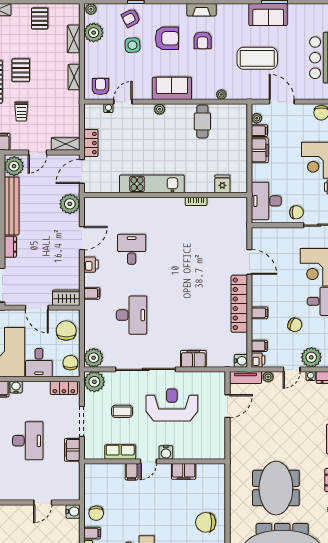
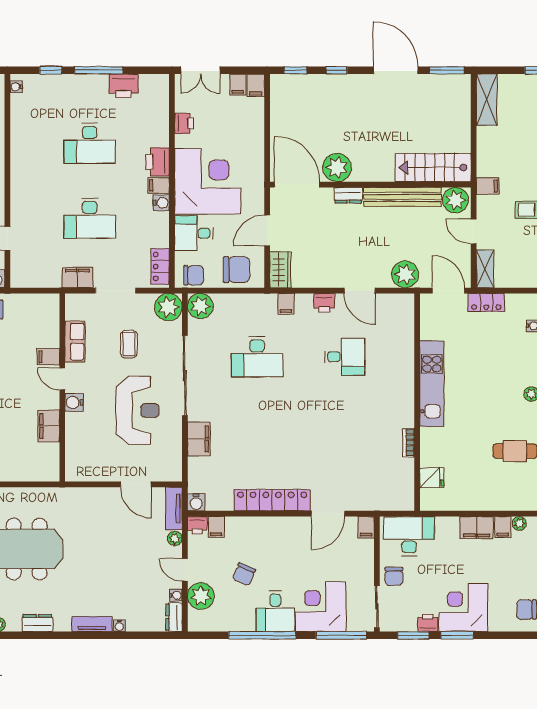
filing cabinet: (260, 313) -> (366, 527), moved

